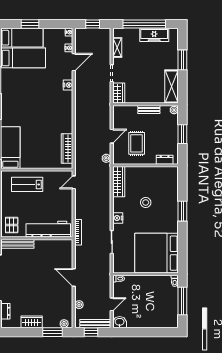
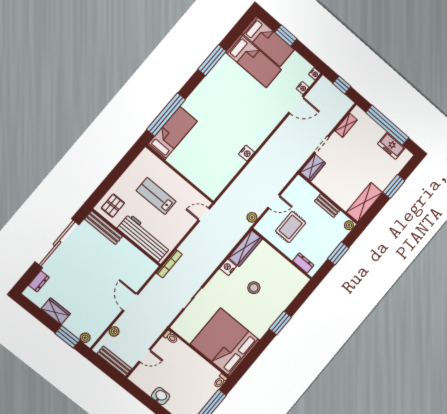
freezer: (154, 35) -> (391, 146), width x0.71
nightstand: (68, 85) -> (247, 153), moved
wardrobe: (67, 148) -> (224, 178), removed
lab bench: (27, 184) -> (156, 196), moved
nightstand: (118, 218) -> (228, 267), moved
washbasin: (120, 322) -> (161, 396), moved
window: (91, 332) -> (104, 366), removed

